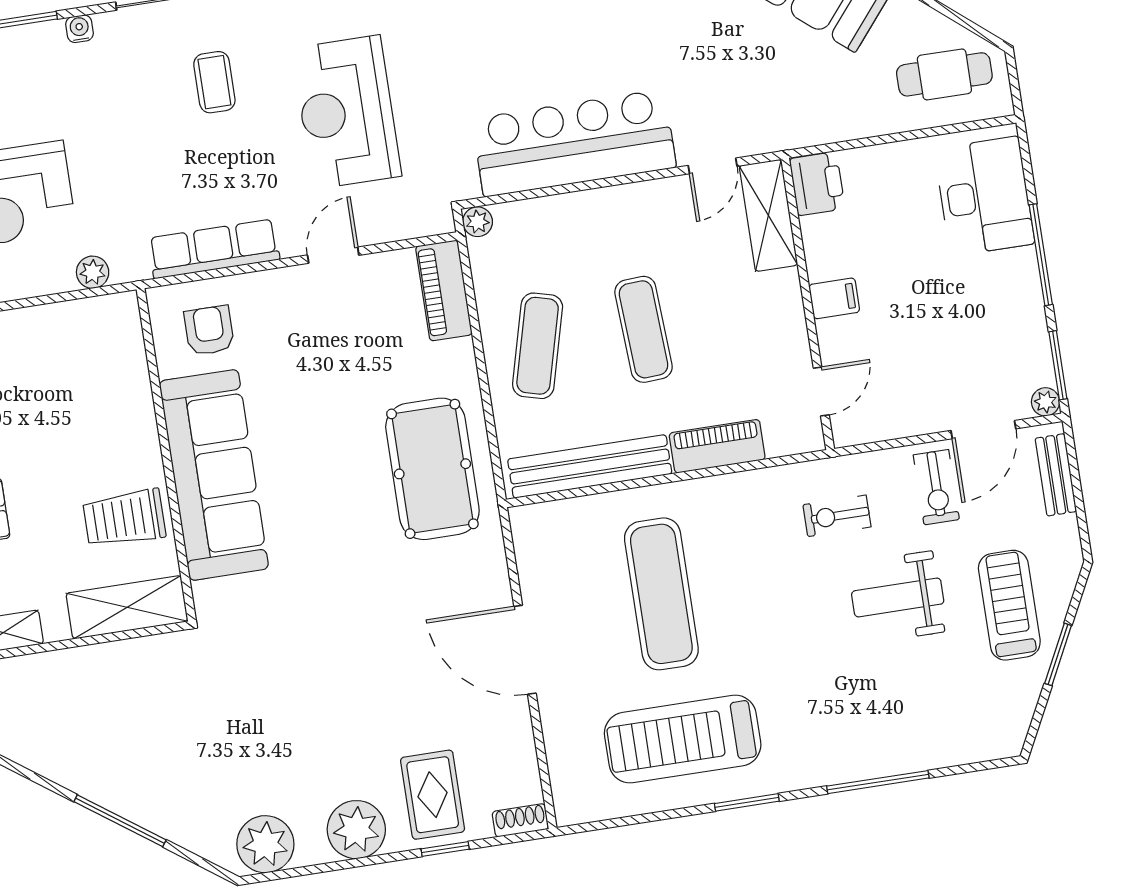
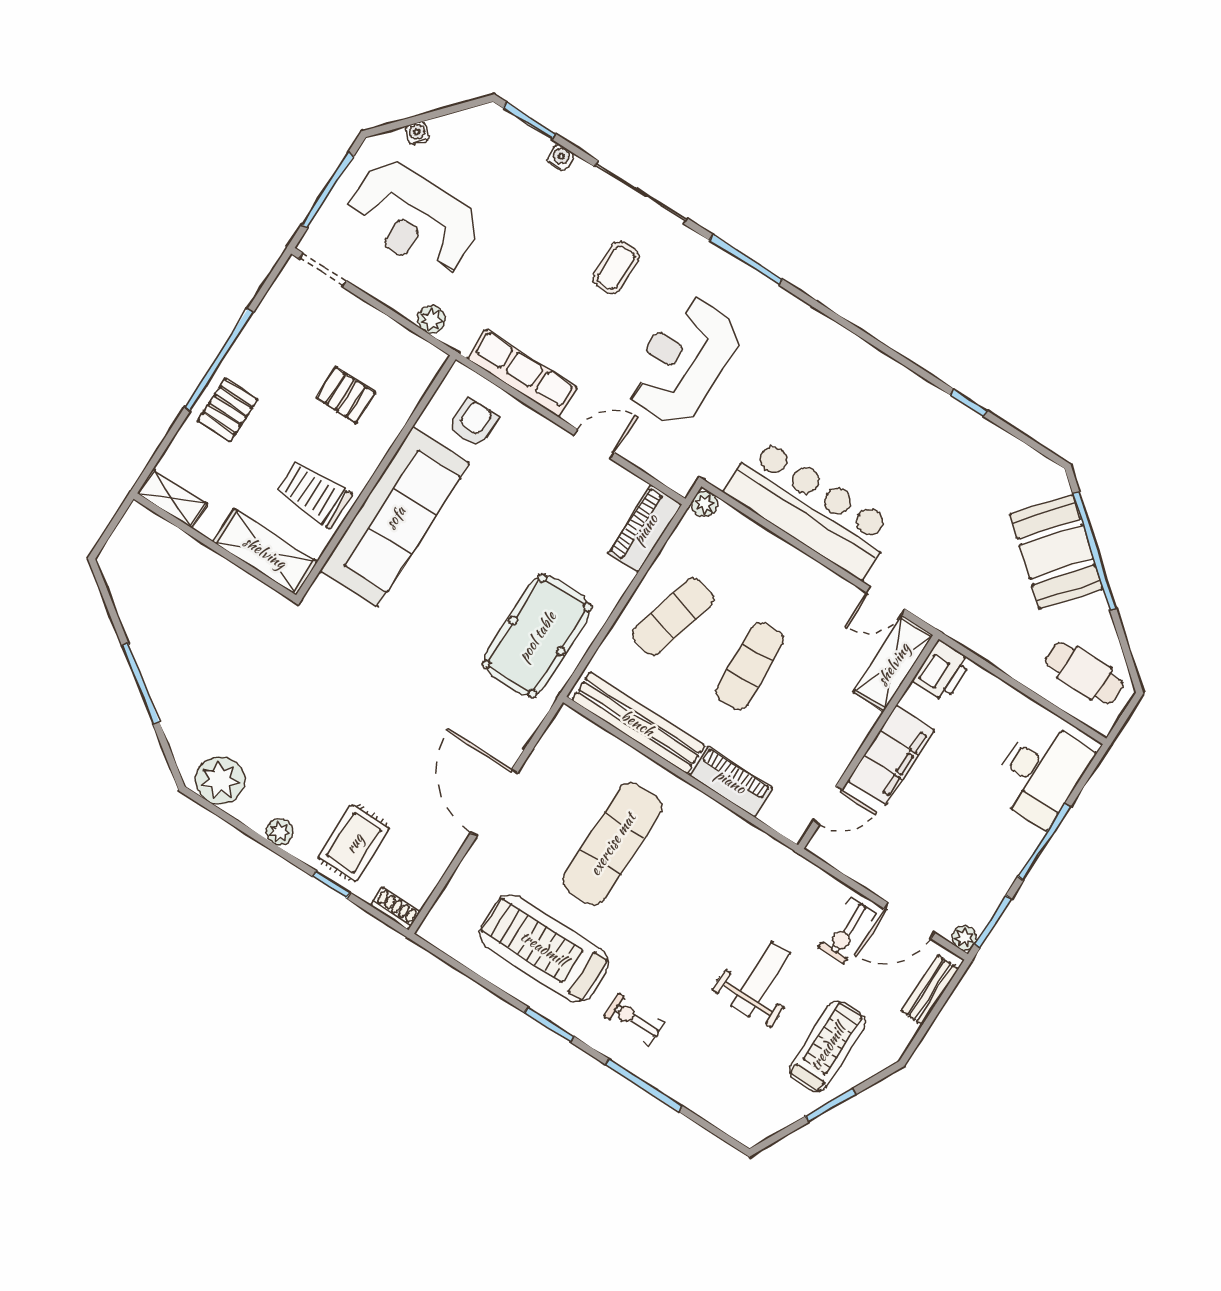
filing cabinet: (834, 298) -> (891, 755), width x3.00, depth x1.17
pallet: (76, 406) -> (346, 395), added
exercise bike: (837, 516) -> (634, 1020), moved
weight bench: (898, 597) -> (760, 979), turned 90
plant: (356, 830) -> (280, 832), width x0.53, depth x0.53

